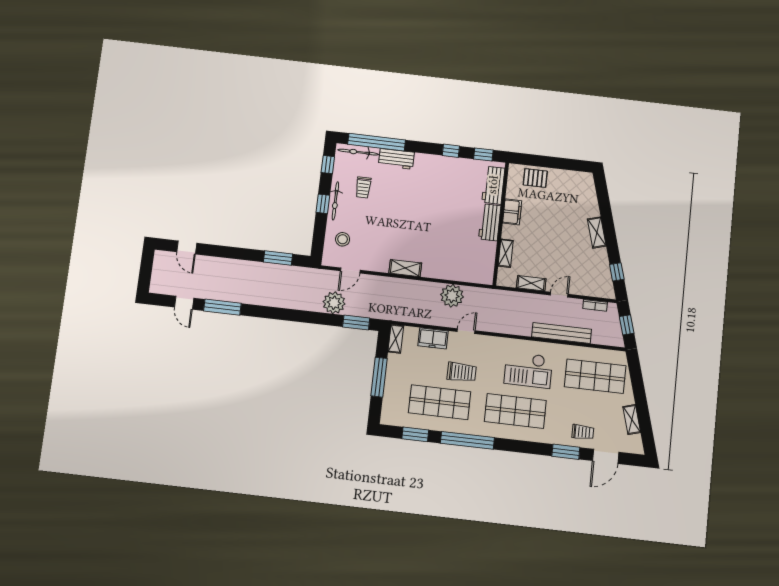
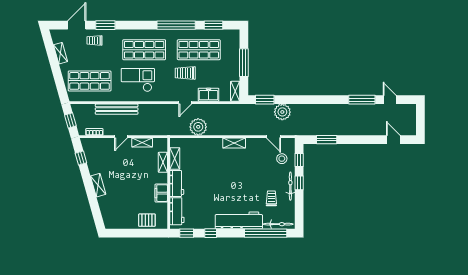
workbench: (396, 159) -> (239, 220), width x1.88, depth x1.32
window: (328, 165) -> (299, 160), moved
shelving: (489, 256) -> (175, 158), added
door: (350, 271) -> (273, 137), swing flipped

